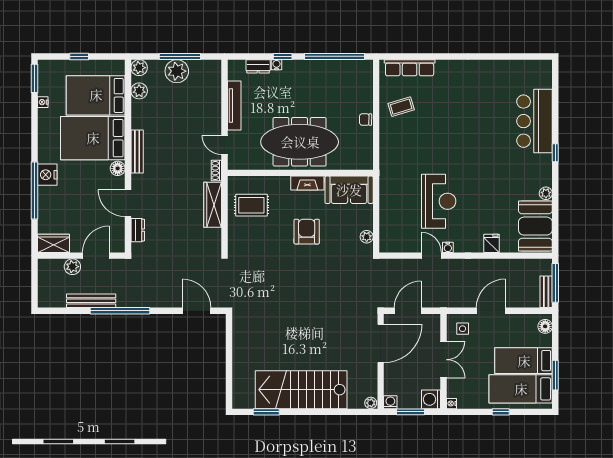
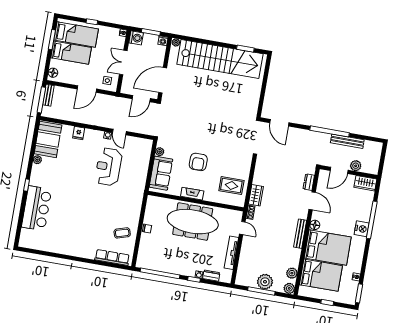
sofa: (349, 190) -> (161, 173), moved, turned 90
wardrobe: (213, 205) -> (256, 195), width x0.67
stairs: (301, 390) -> (220, 59), width x1.36

